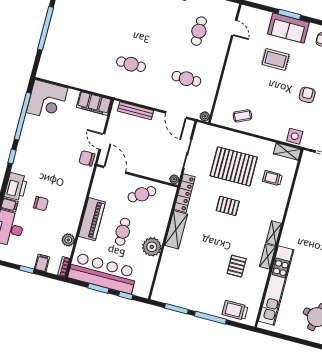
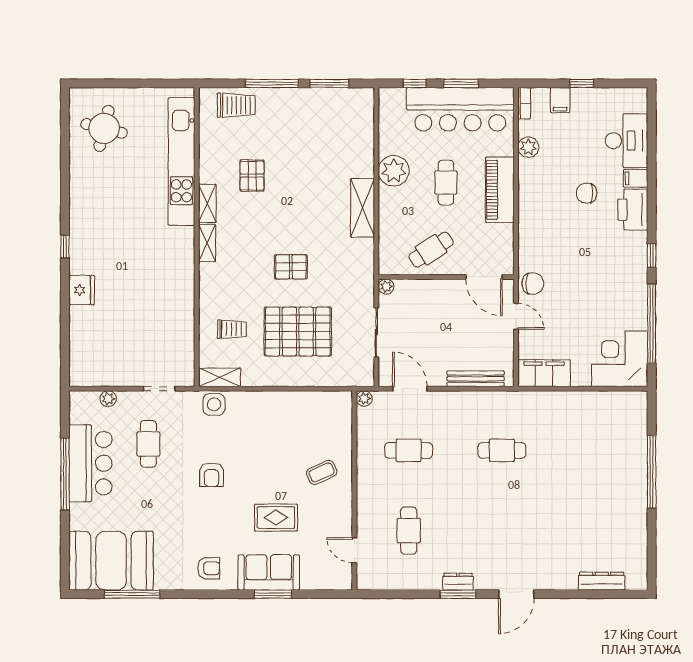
coffee table: (242, 116) -> (322, 472), moved
locker: (185, 193) -> (364, 269), removed

